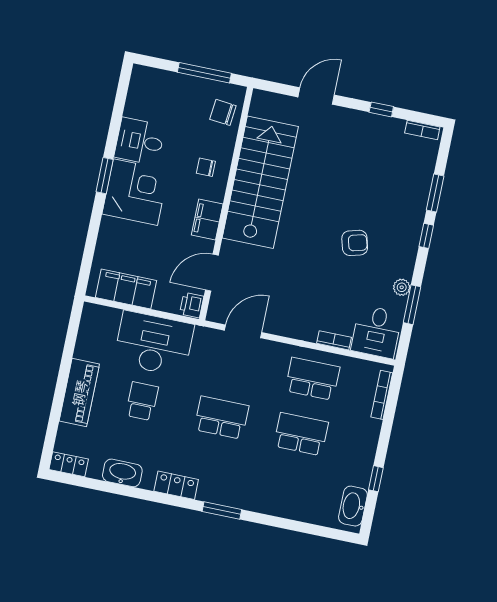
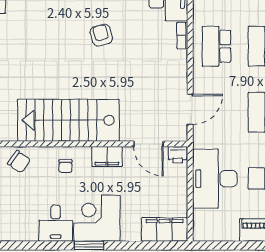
chair: (223, 112) -> (19, 162), turned -60
filing cabinet: (126, 289) -> (165, 229), moved, turned 90
door: (243, 331) -> (190, 109), swing flipped

